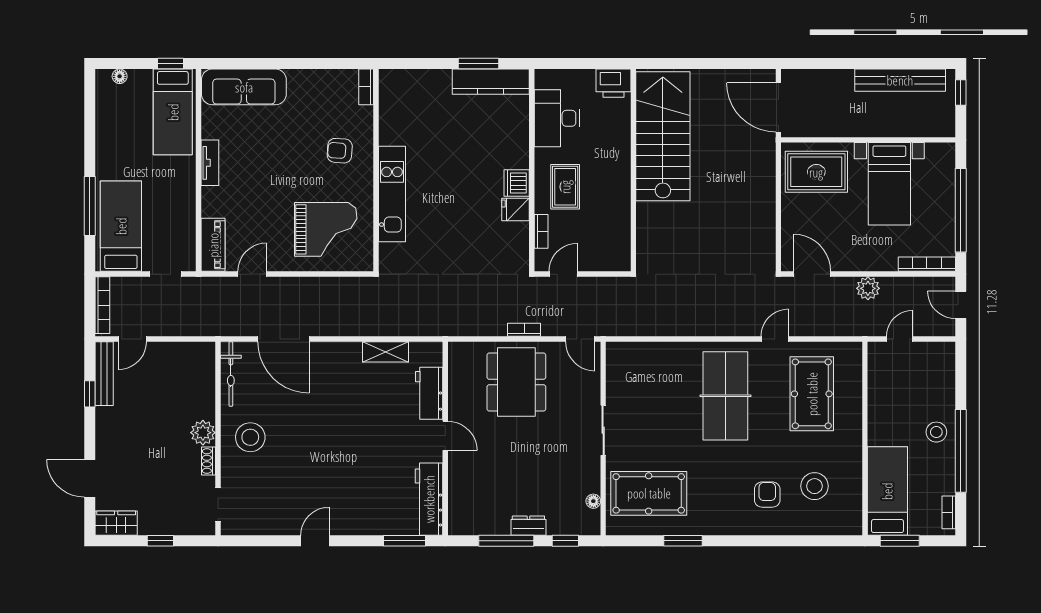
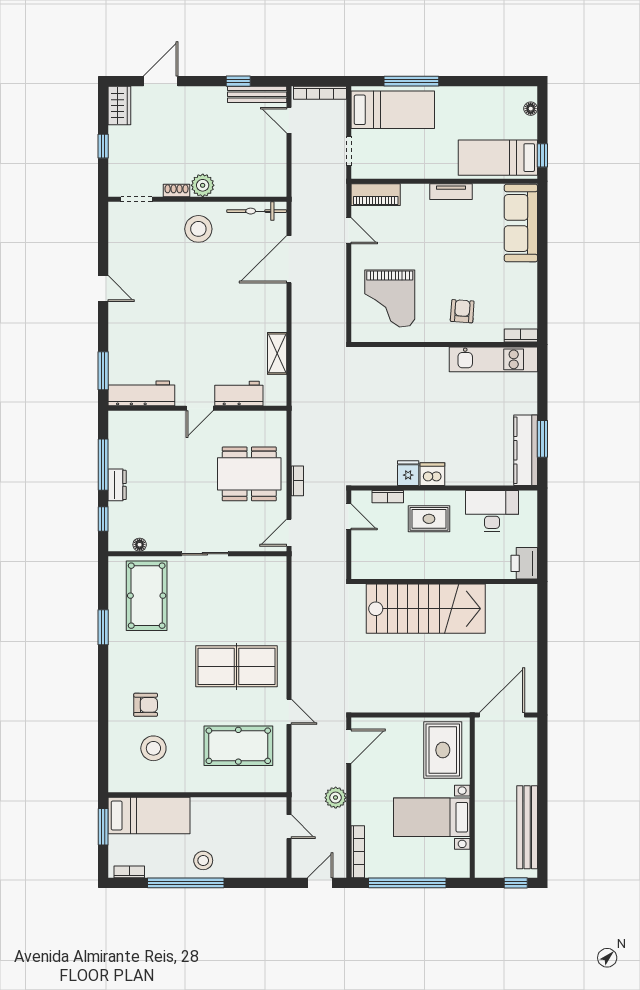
stairs: (663, 136) -> (426, 609), moved
kitchen unit: (392, 194) -> (493, 359), moved

